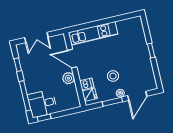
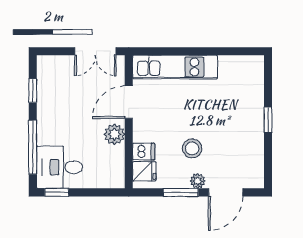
double door: (36, 37) -> (95, 51), moved
door: (72, 59) -> (129, 102), hinge flipped

